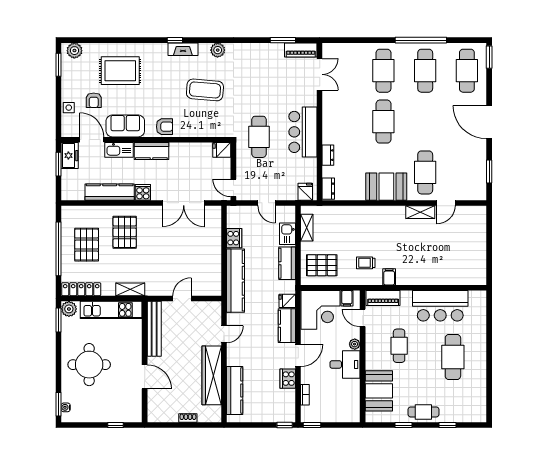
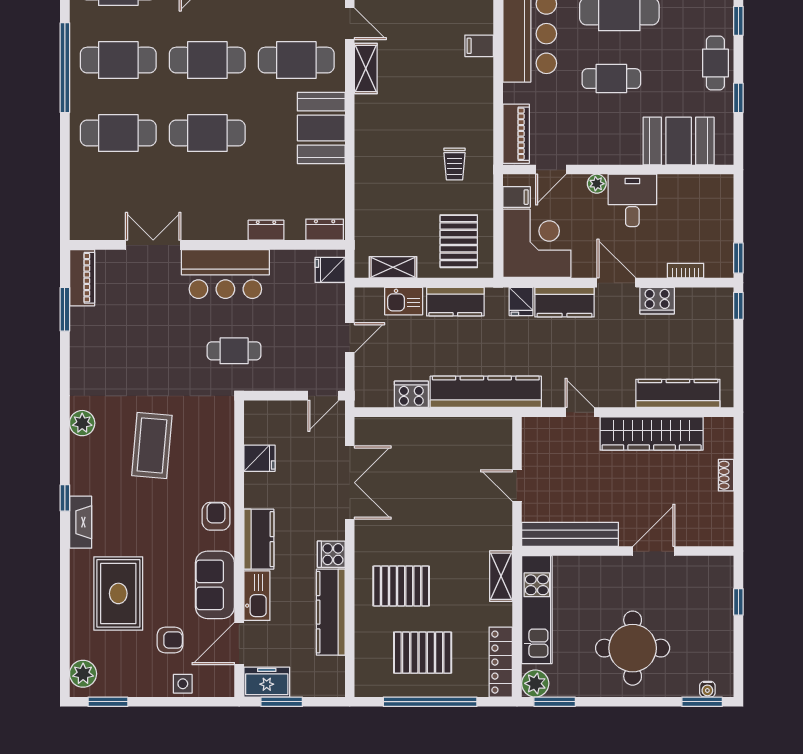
fireplace: (183, 49) -> (81, 522), moved
double door: (320, 74) -> (153, 245), moved
cafe table: (425, 122) -> (207, 60), added
cafe table: (259, 137) -> (234, 351), width x0.73, depth x0.74
fridge: (222, 150) -> (259, 458), moved, turned -90
filing cabinet: (389, 277) -> (479, 46), moved
cafe table: (399, 346) -> (611, 79), moved

